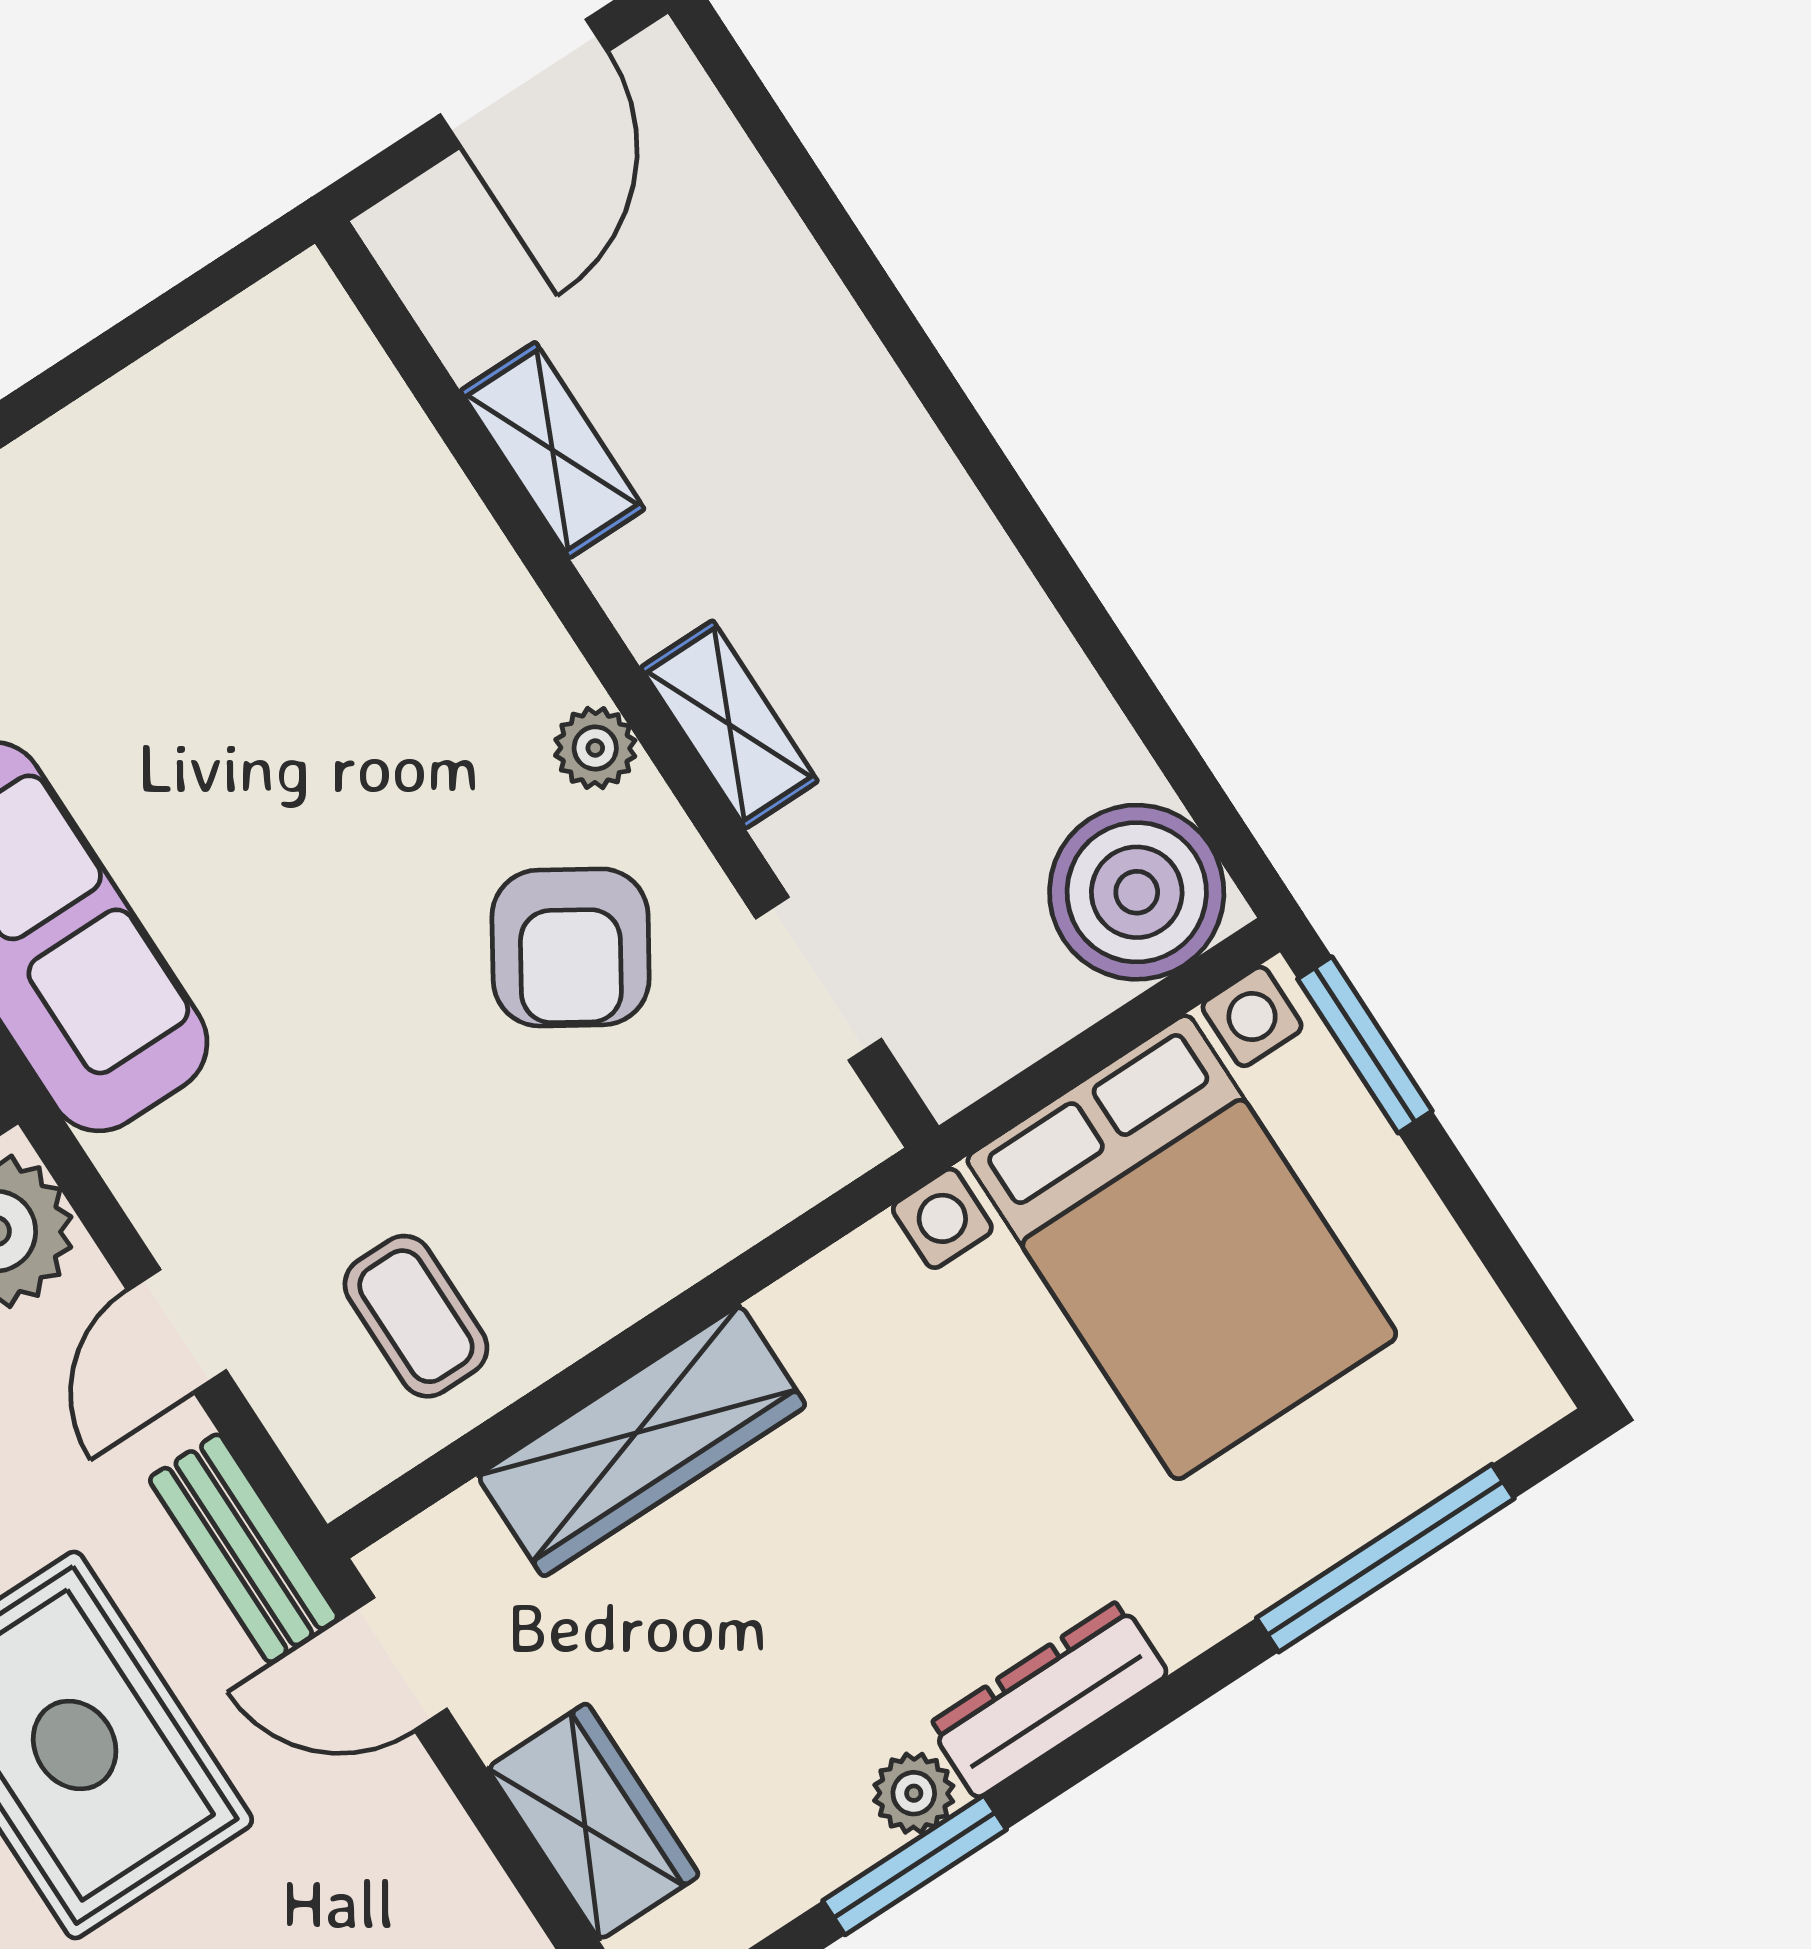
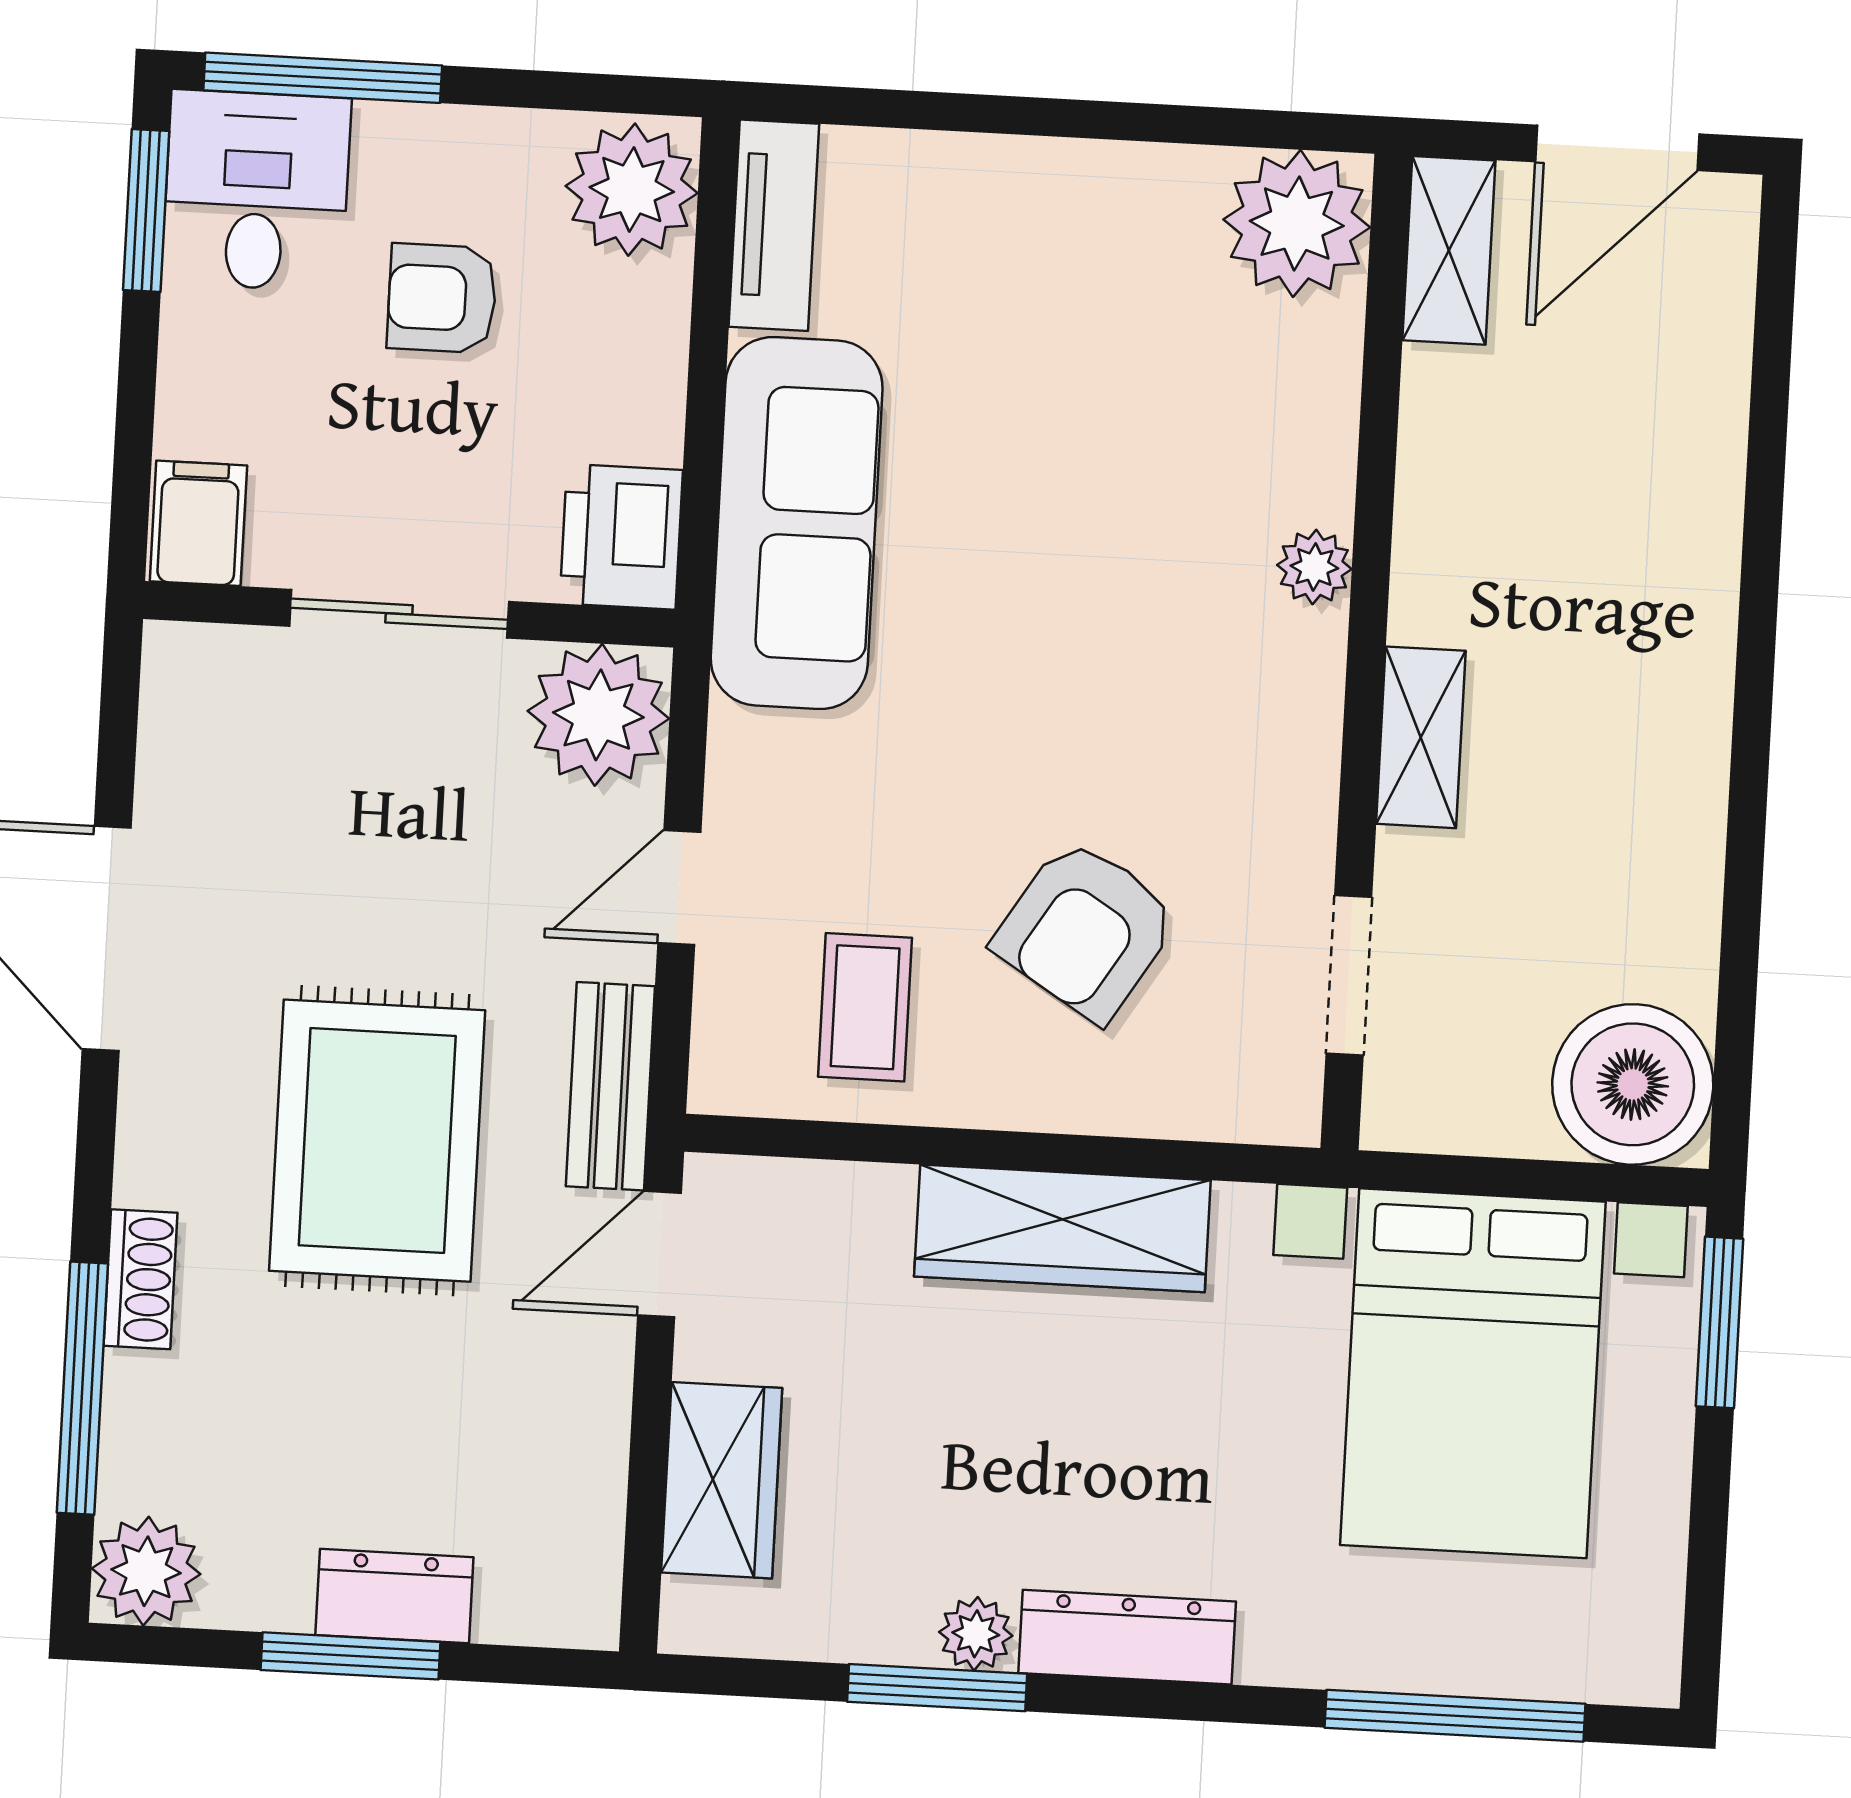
plant: (292, 354) -> (1297, 223), added
shelving: (552, 450) -> (1449, 250), moved
plant: (595, 748) -> (1314, 567), moved
armchair: (571, 947) -> (1086, 930), moved
wardrobe: (642, 1441) -> (1062, 1228), moved
door: (394, 1664) -> (659, 1254), hinge flipped

